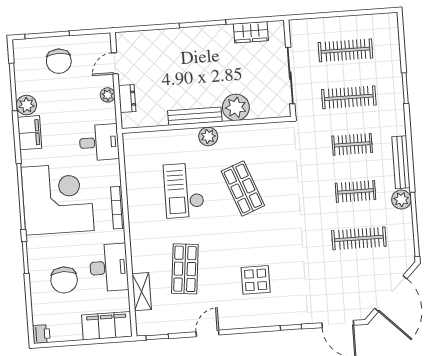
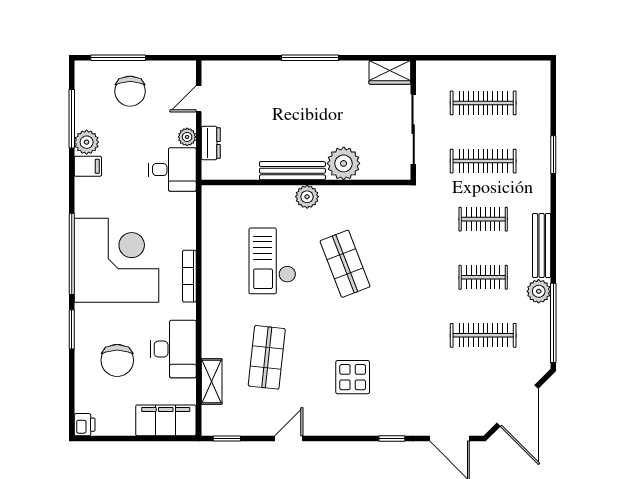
wardrobe: (251, 32) -> (390, 72), moved
filing cabinet: (30, 133) -> (88, 166), width x0.50
desk: (99, 142) -> (172, 170), moved

